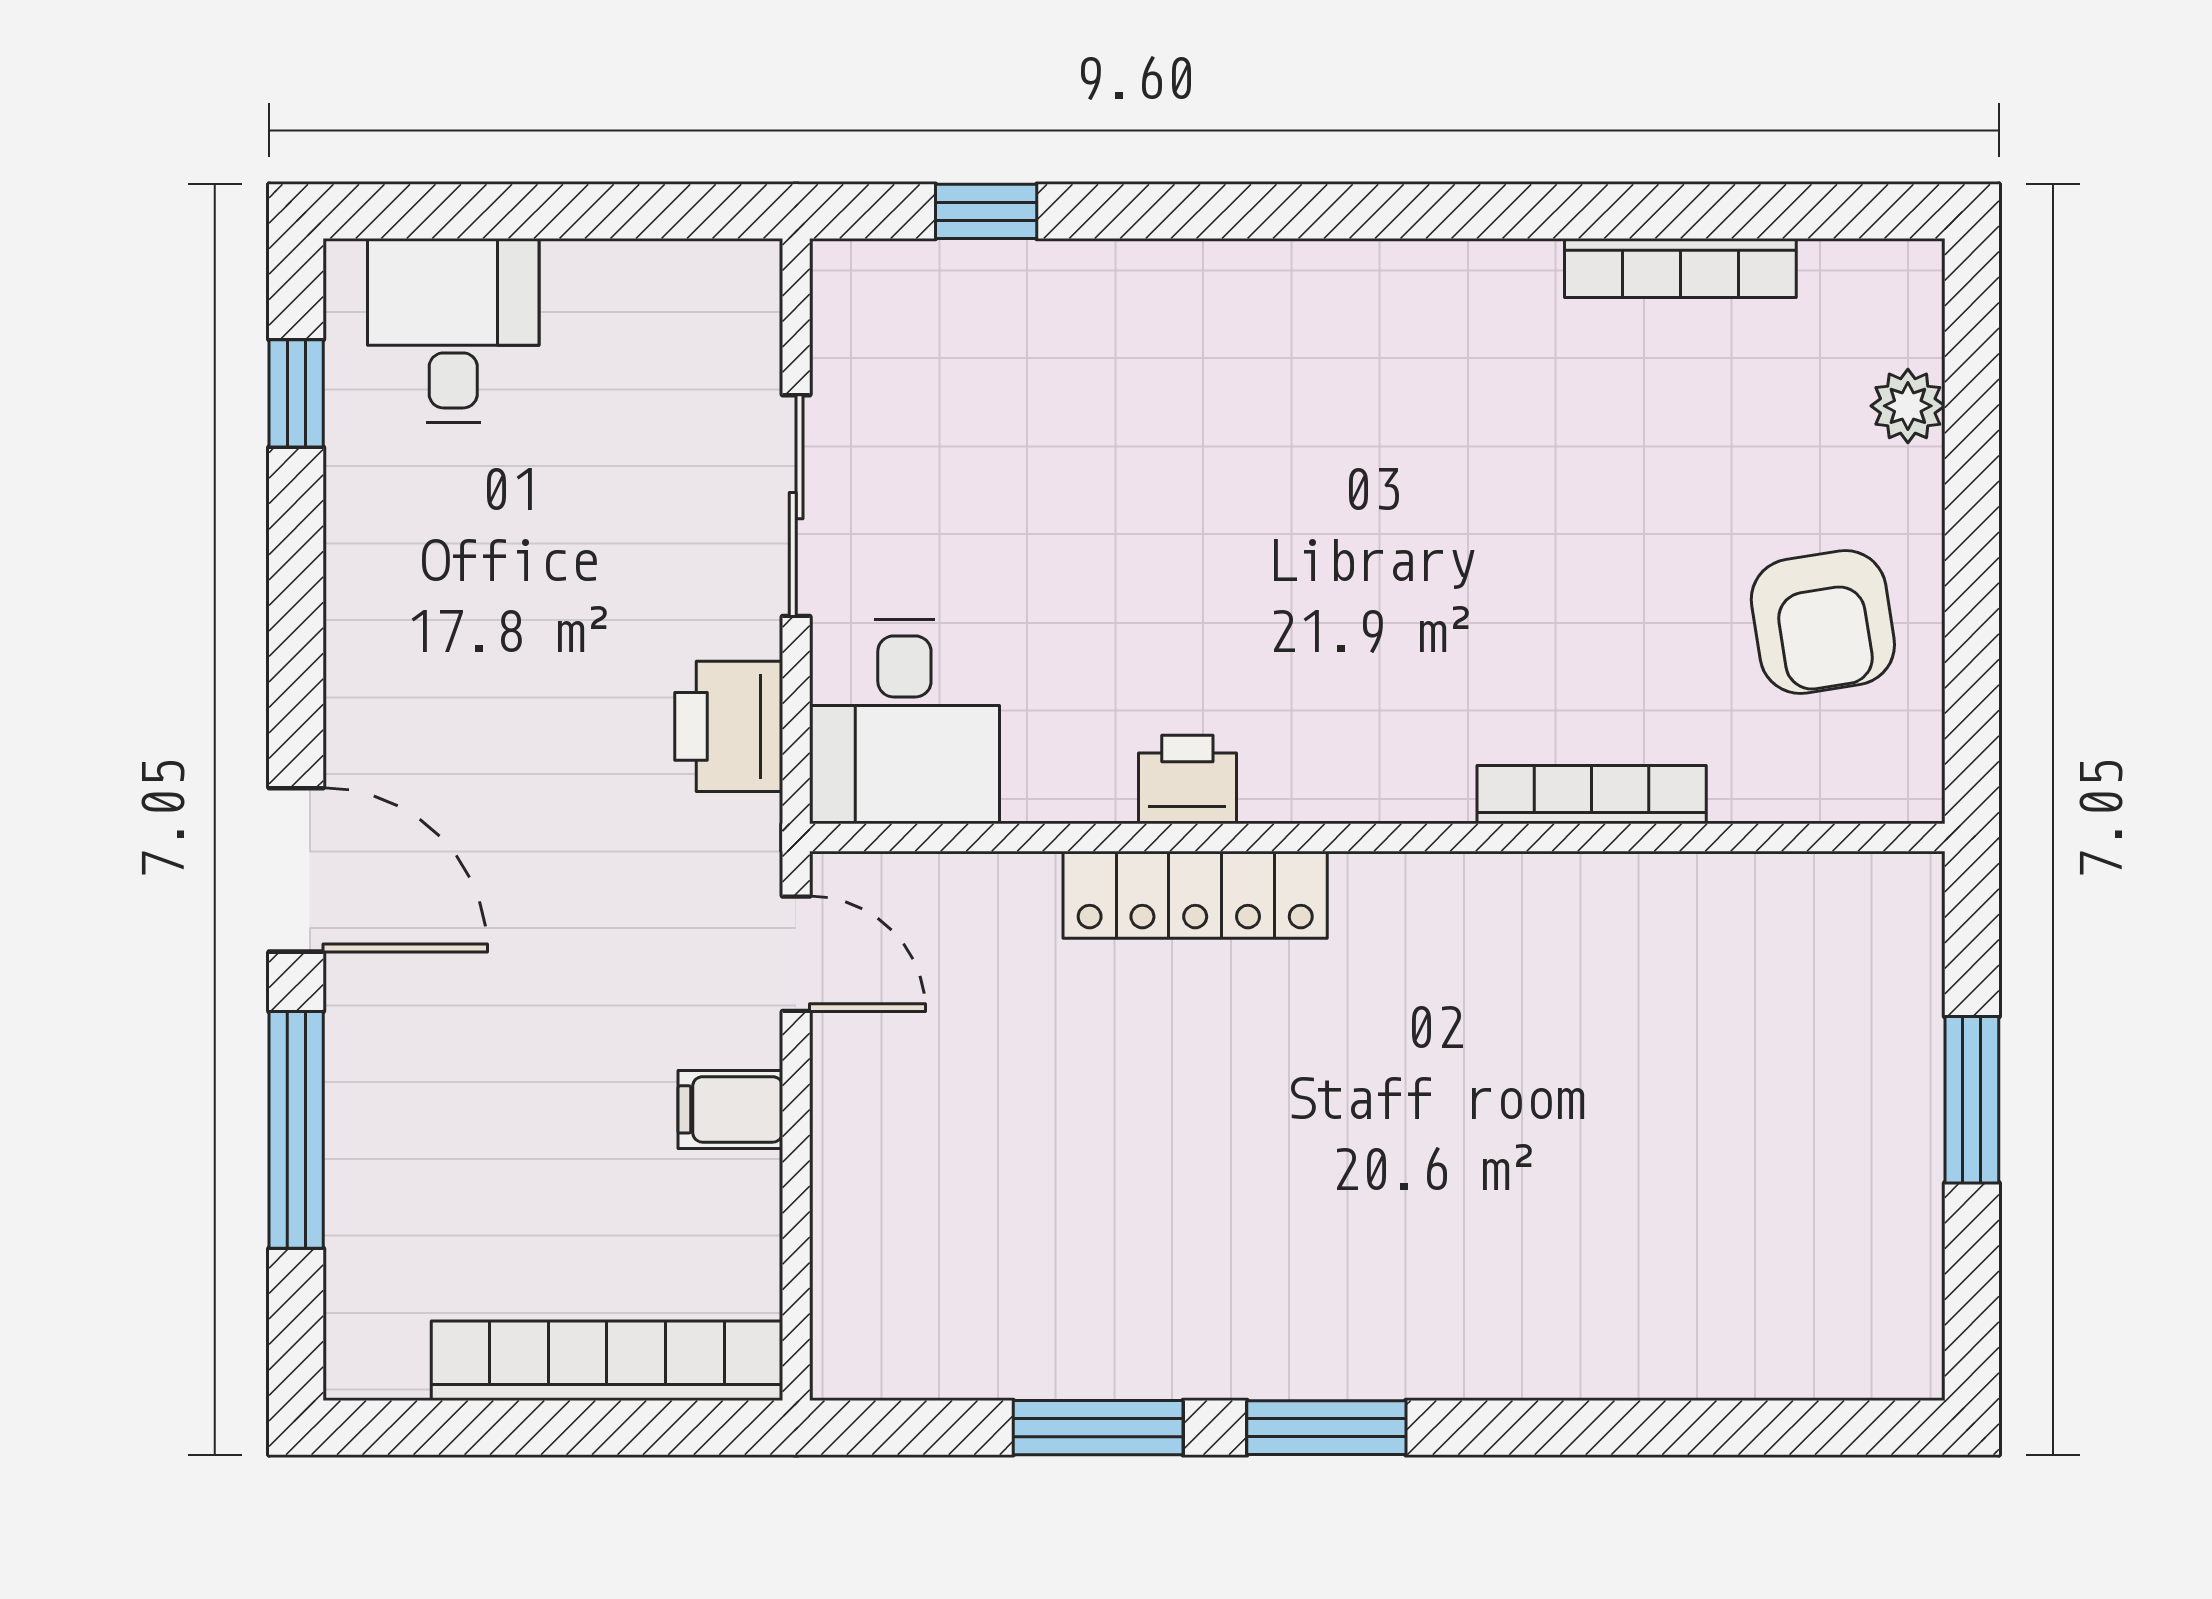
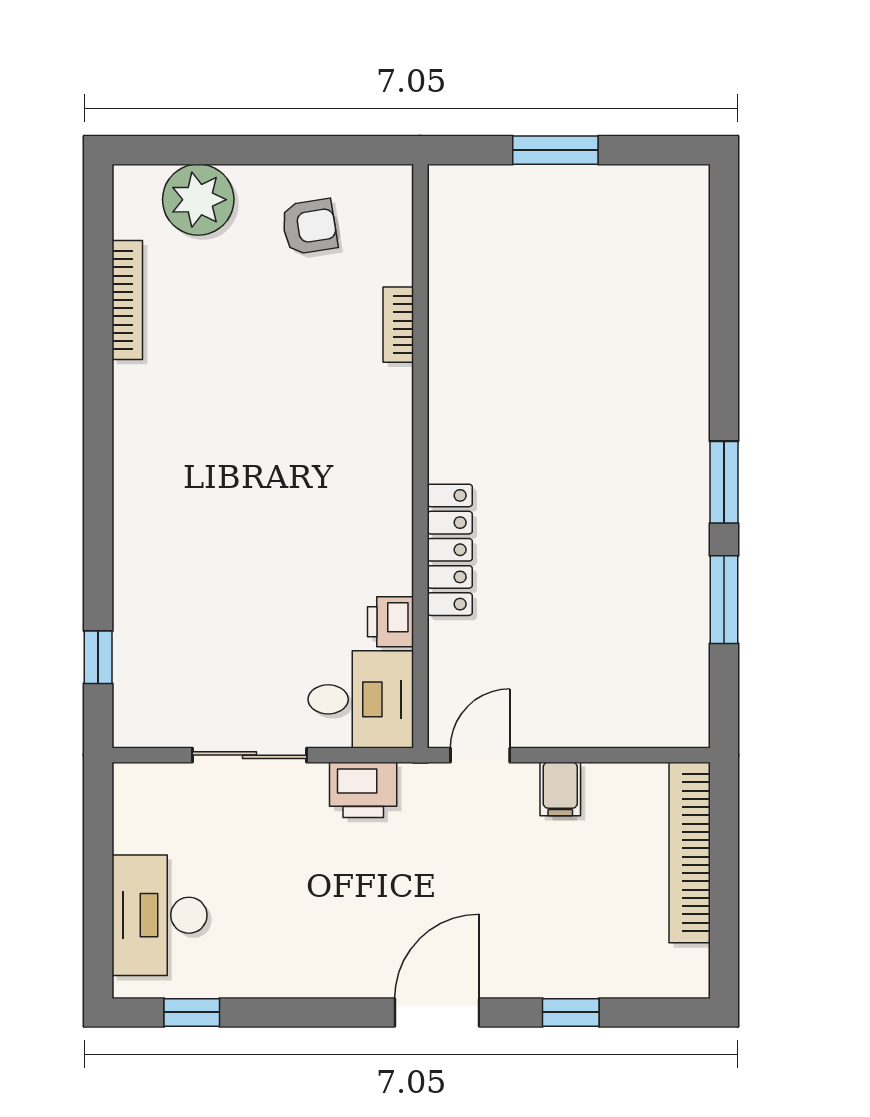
desk: (453, 331) -> (159, 915), width x1.37
plant: (1908, 406) -> (198, 200), width x1.87, depth x1.87
armchair: (1823, 622) -> (309, 227), width x0.72, depth x0.72
printer: (1187, 780) -> (391, 622), moved
bookcase: (1592, 795) -> (398, 325), width x0.64
window: (296, 1130) -> (571, 1012), width x0.46

